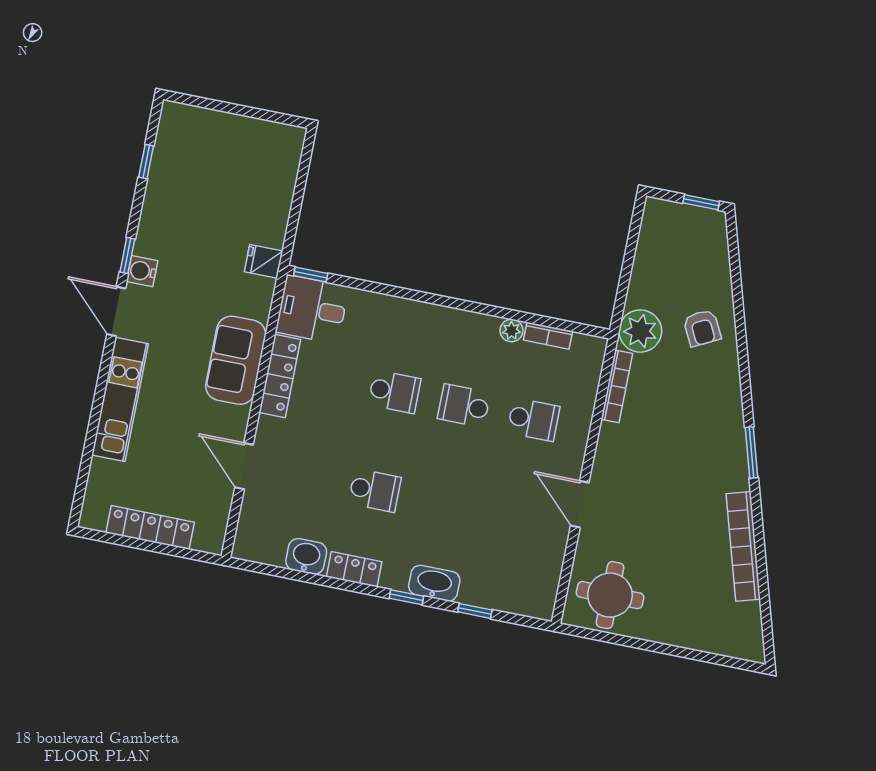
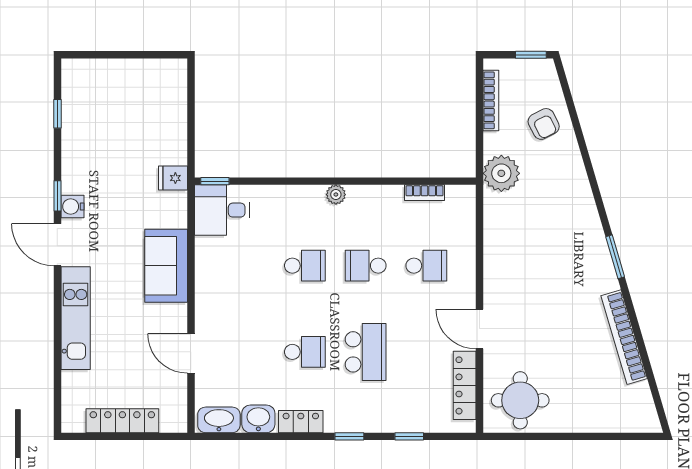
armchair: (702, 328) -> (544, 124), moved
plant: (512, 331) -> (336, 195), moved
locker: (280, 376) -> (465, 385), moved, turned 180
bookcase: (617, 386) -> (491, 100), moved
school desk: (444, 504) -> (366, 352), added
washbasin: (434, 583) -> (219, 420), moved

